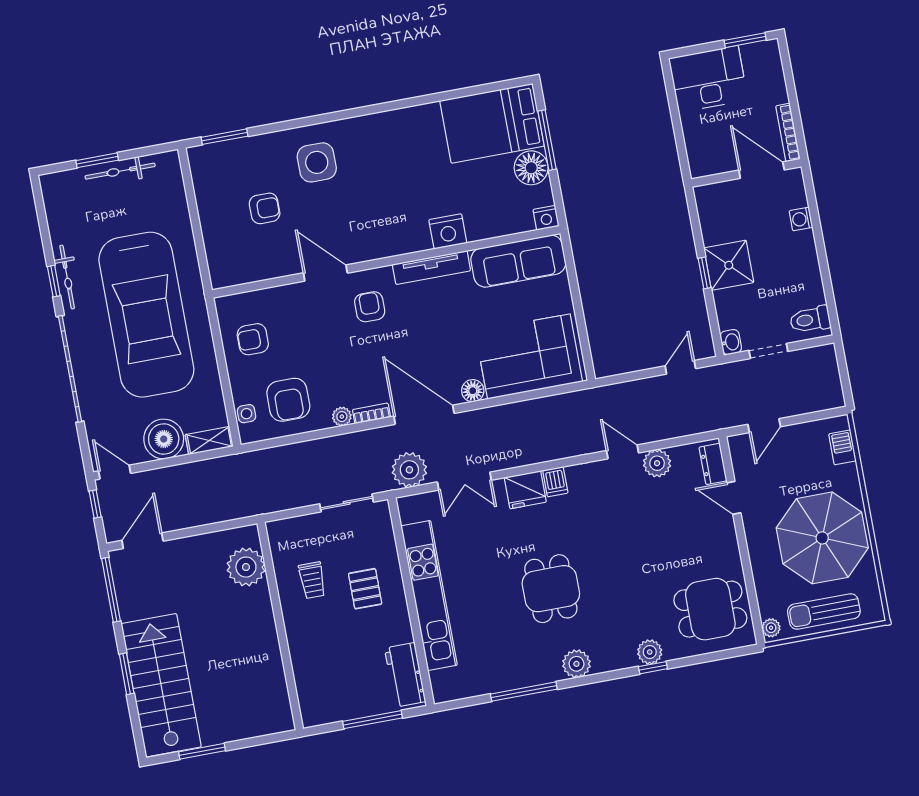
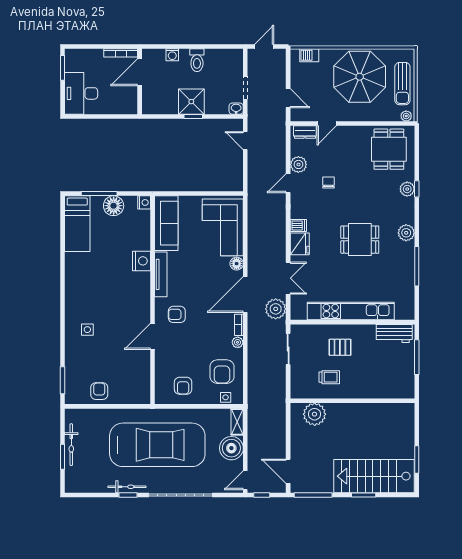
bed: (492, 123) -> (77, 224), width x0.67
side table: (317, 162) -> (87, 330), width x0.54, depth x0.54
armchair: (265, 208) -> (99, 391), moved
toilet: (810, 319) -> (197, 60), moved
door: (843, 369) -> (264, 46), added
armchair: (288, 400) -> (222, 372), turned 90
chair: (636, 519) -> (329, 183), added

